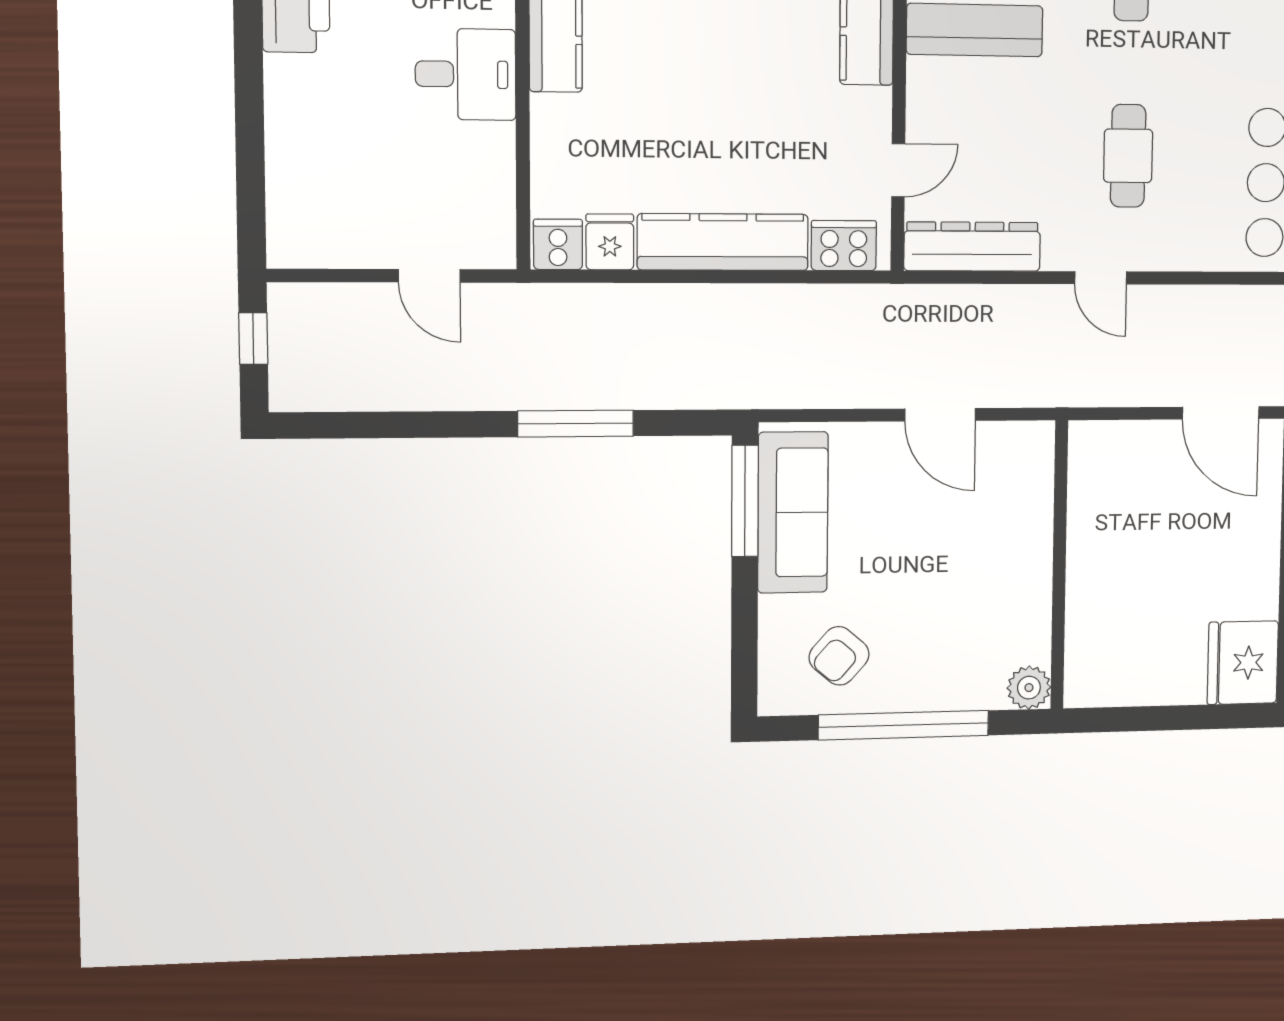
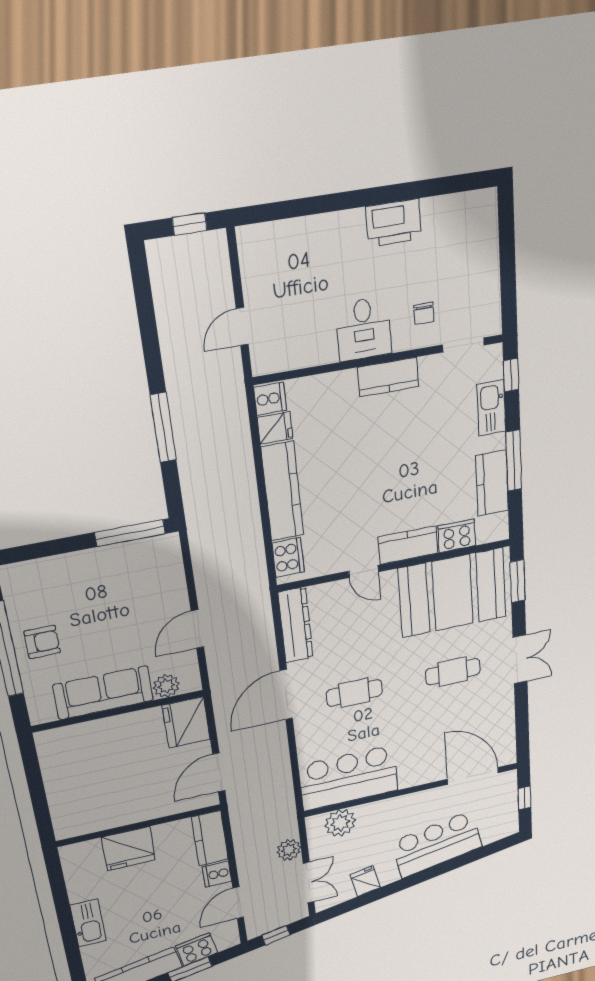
door: (898, 170) -> (363, 571), moved
door: (1101, 278) -> (286, 695), width x1.87
sofa: (793, 512) -> (103, 693), moved, turned 180
armchair: (839, 656) -> (42, 642), moved, turned 139
fridge: (1243, 663) -> (186, 722), moved, turned -90
plant: (1029, 688) -> (166, 686), moved

